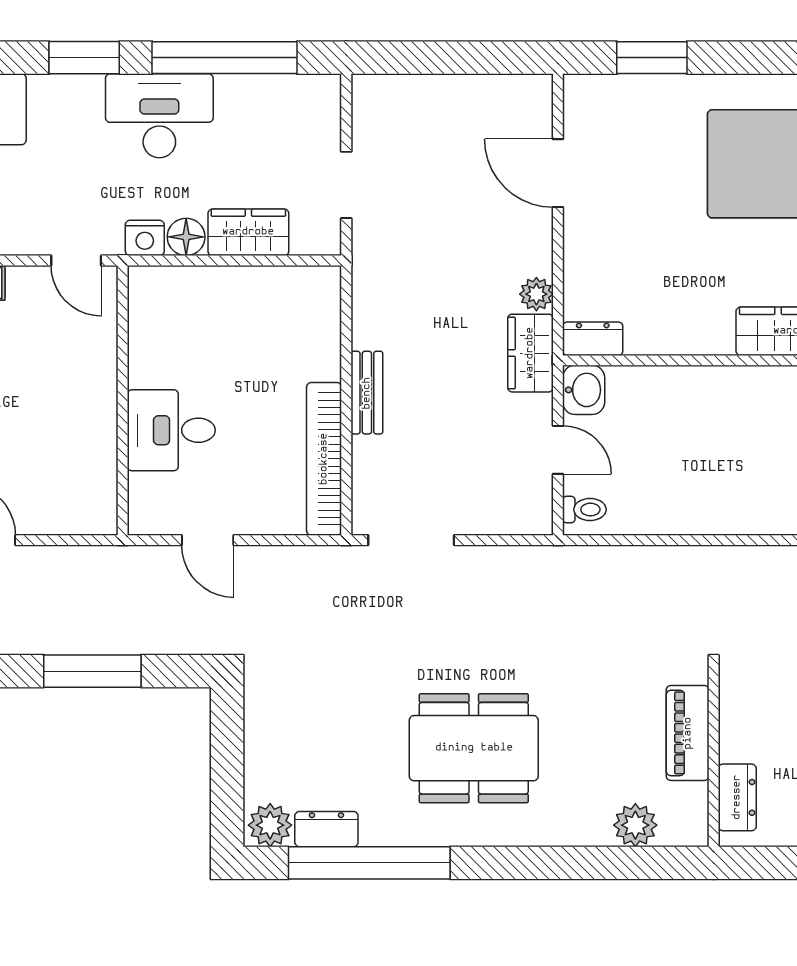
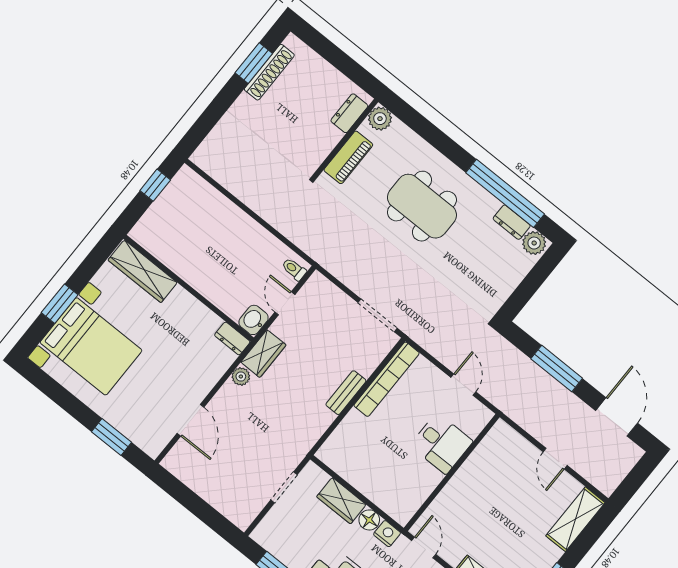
piano: (688, 733) -> (348, 157), moved
wall: (714, 756) -> (345, 139), moved
dresser: (737, 797) -> (349, 113), moved

